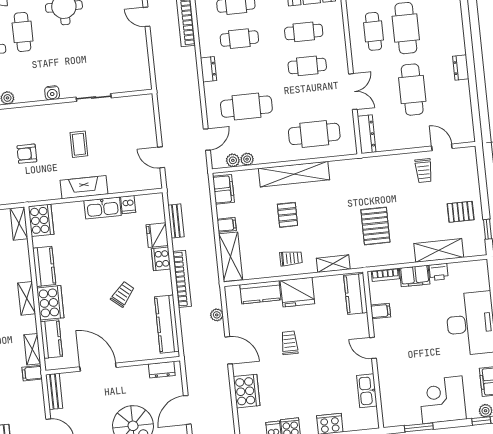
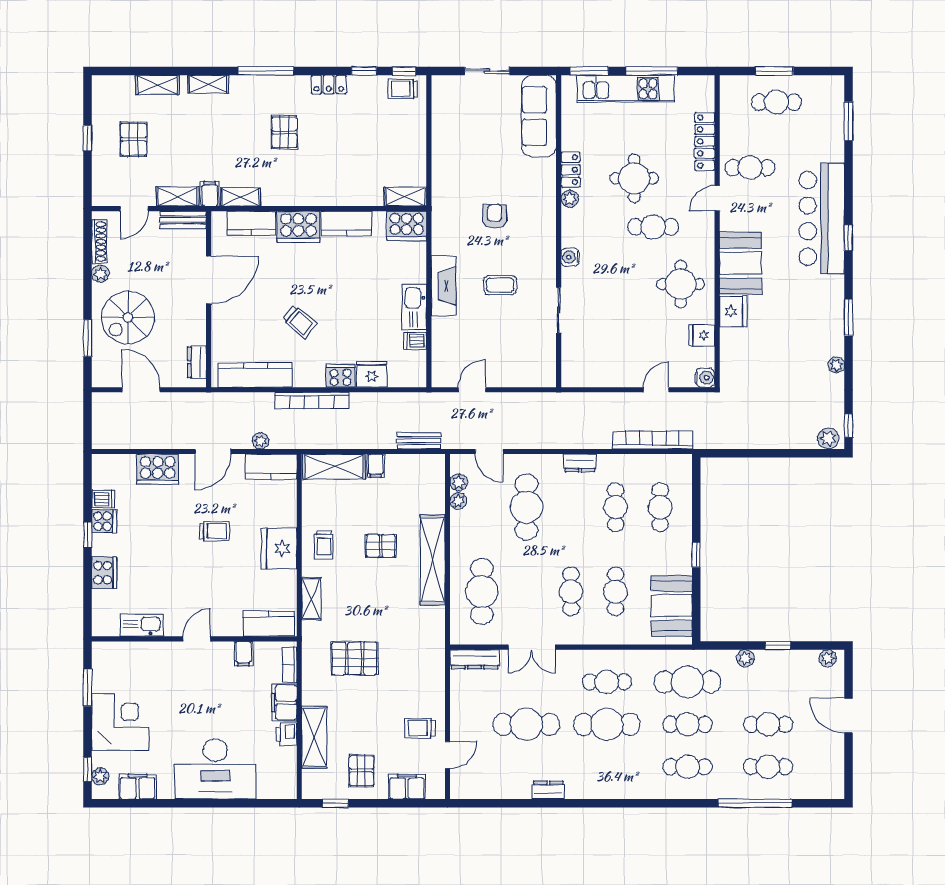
filing cabinet: (223, 189) -> (407, 787), moved, turned 180
bench: (176, 221) -> (419, 441), moved
kitchen counter: (260, 292) -> (271, 467), moved, turned -90
shelving: (27, 298) -> (178, 197), moved

